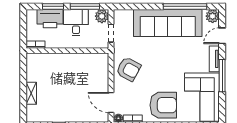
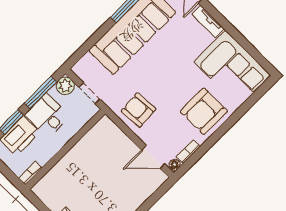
armchair: (128, 69) -> (139, 110), turned -122
window: (222, 76) -> (231, 30), removed
armchair: (163, 105) -> (204, 111), turned 180

